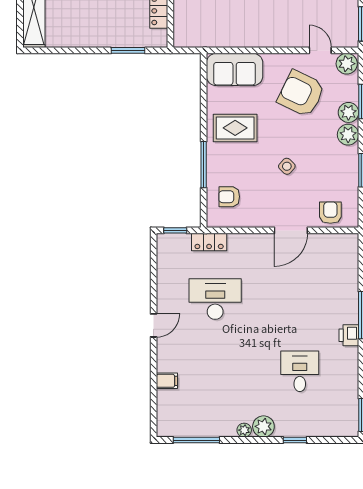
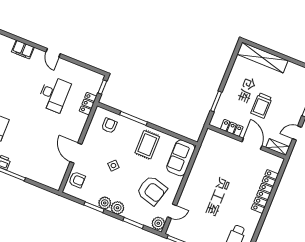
armchair: (301, 93) -> (152, 190), turned 80
plant: (348, 112) -> (105, 203), moved
filing cabinet: (167, 381) -> (23, 50), width x2.00

